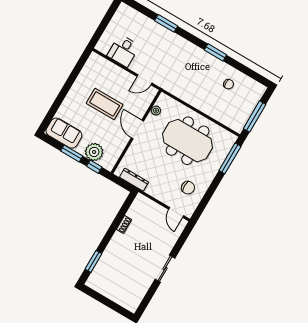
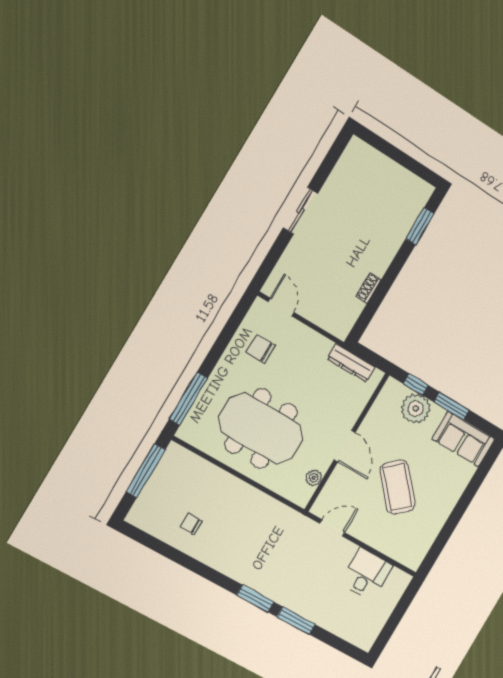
window: (215, 52) -> (255, 599), moved
coffee table: (105, 104) -> (397, 487), turned 48

